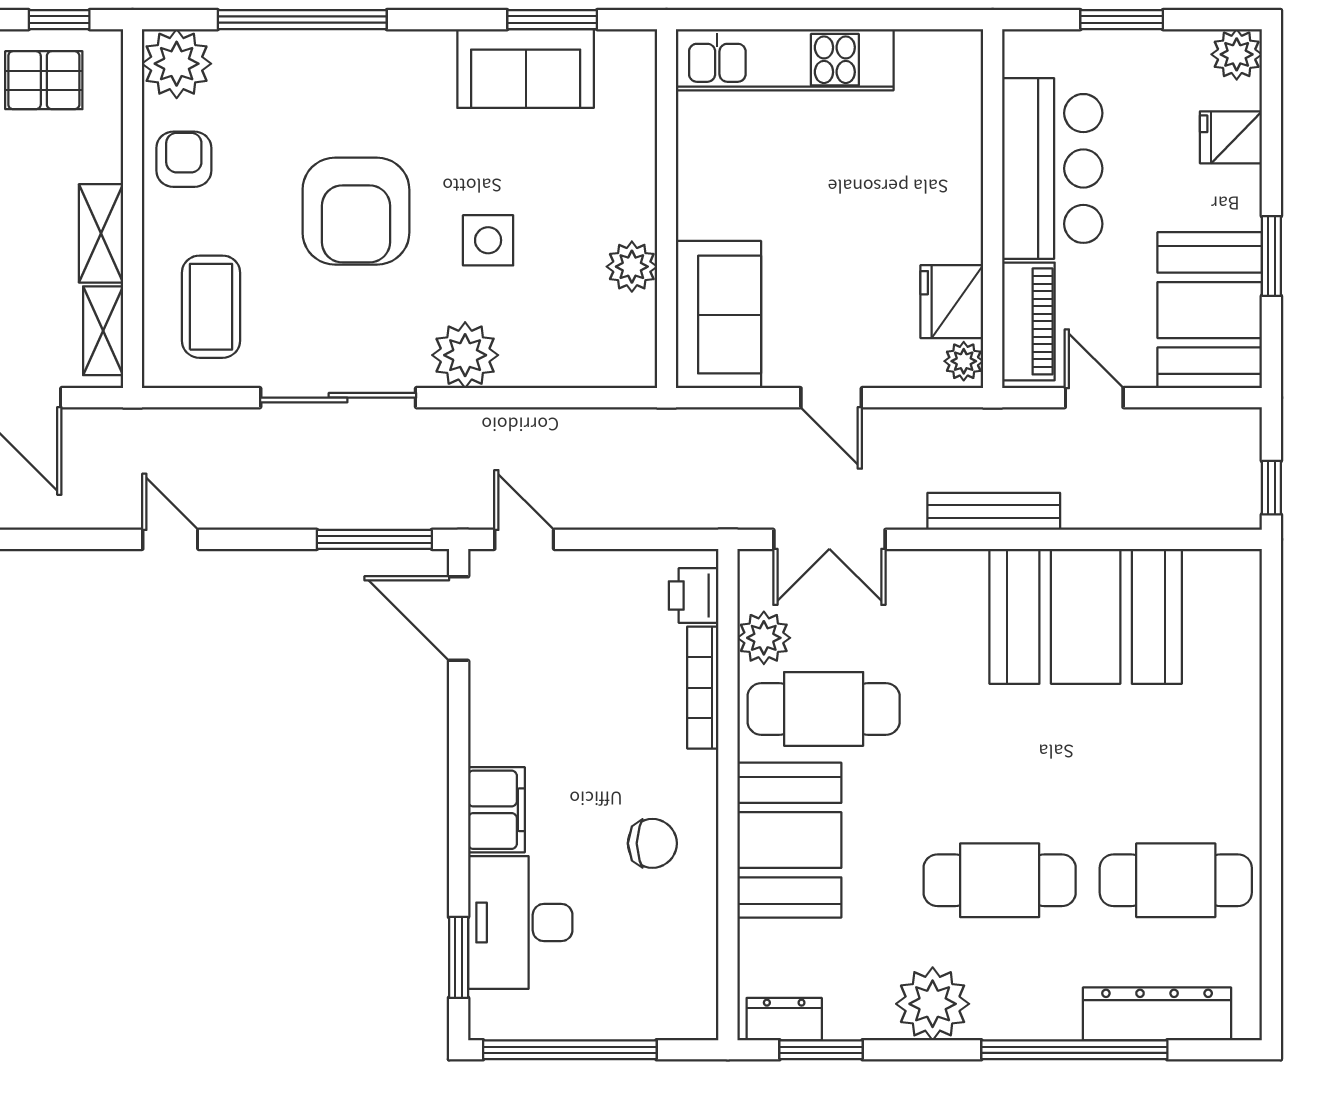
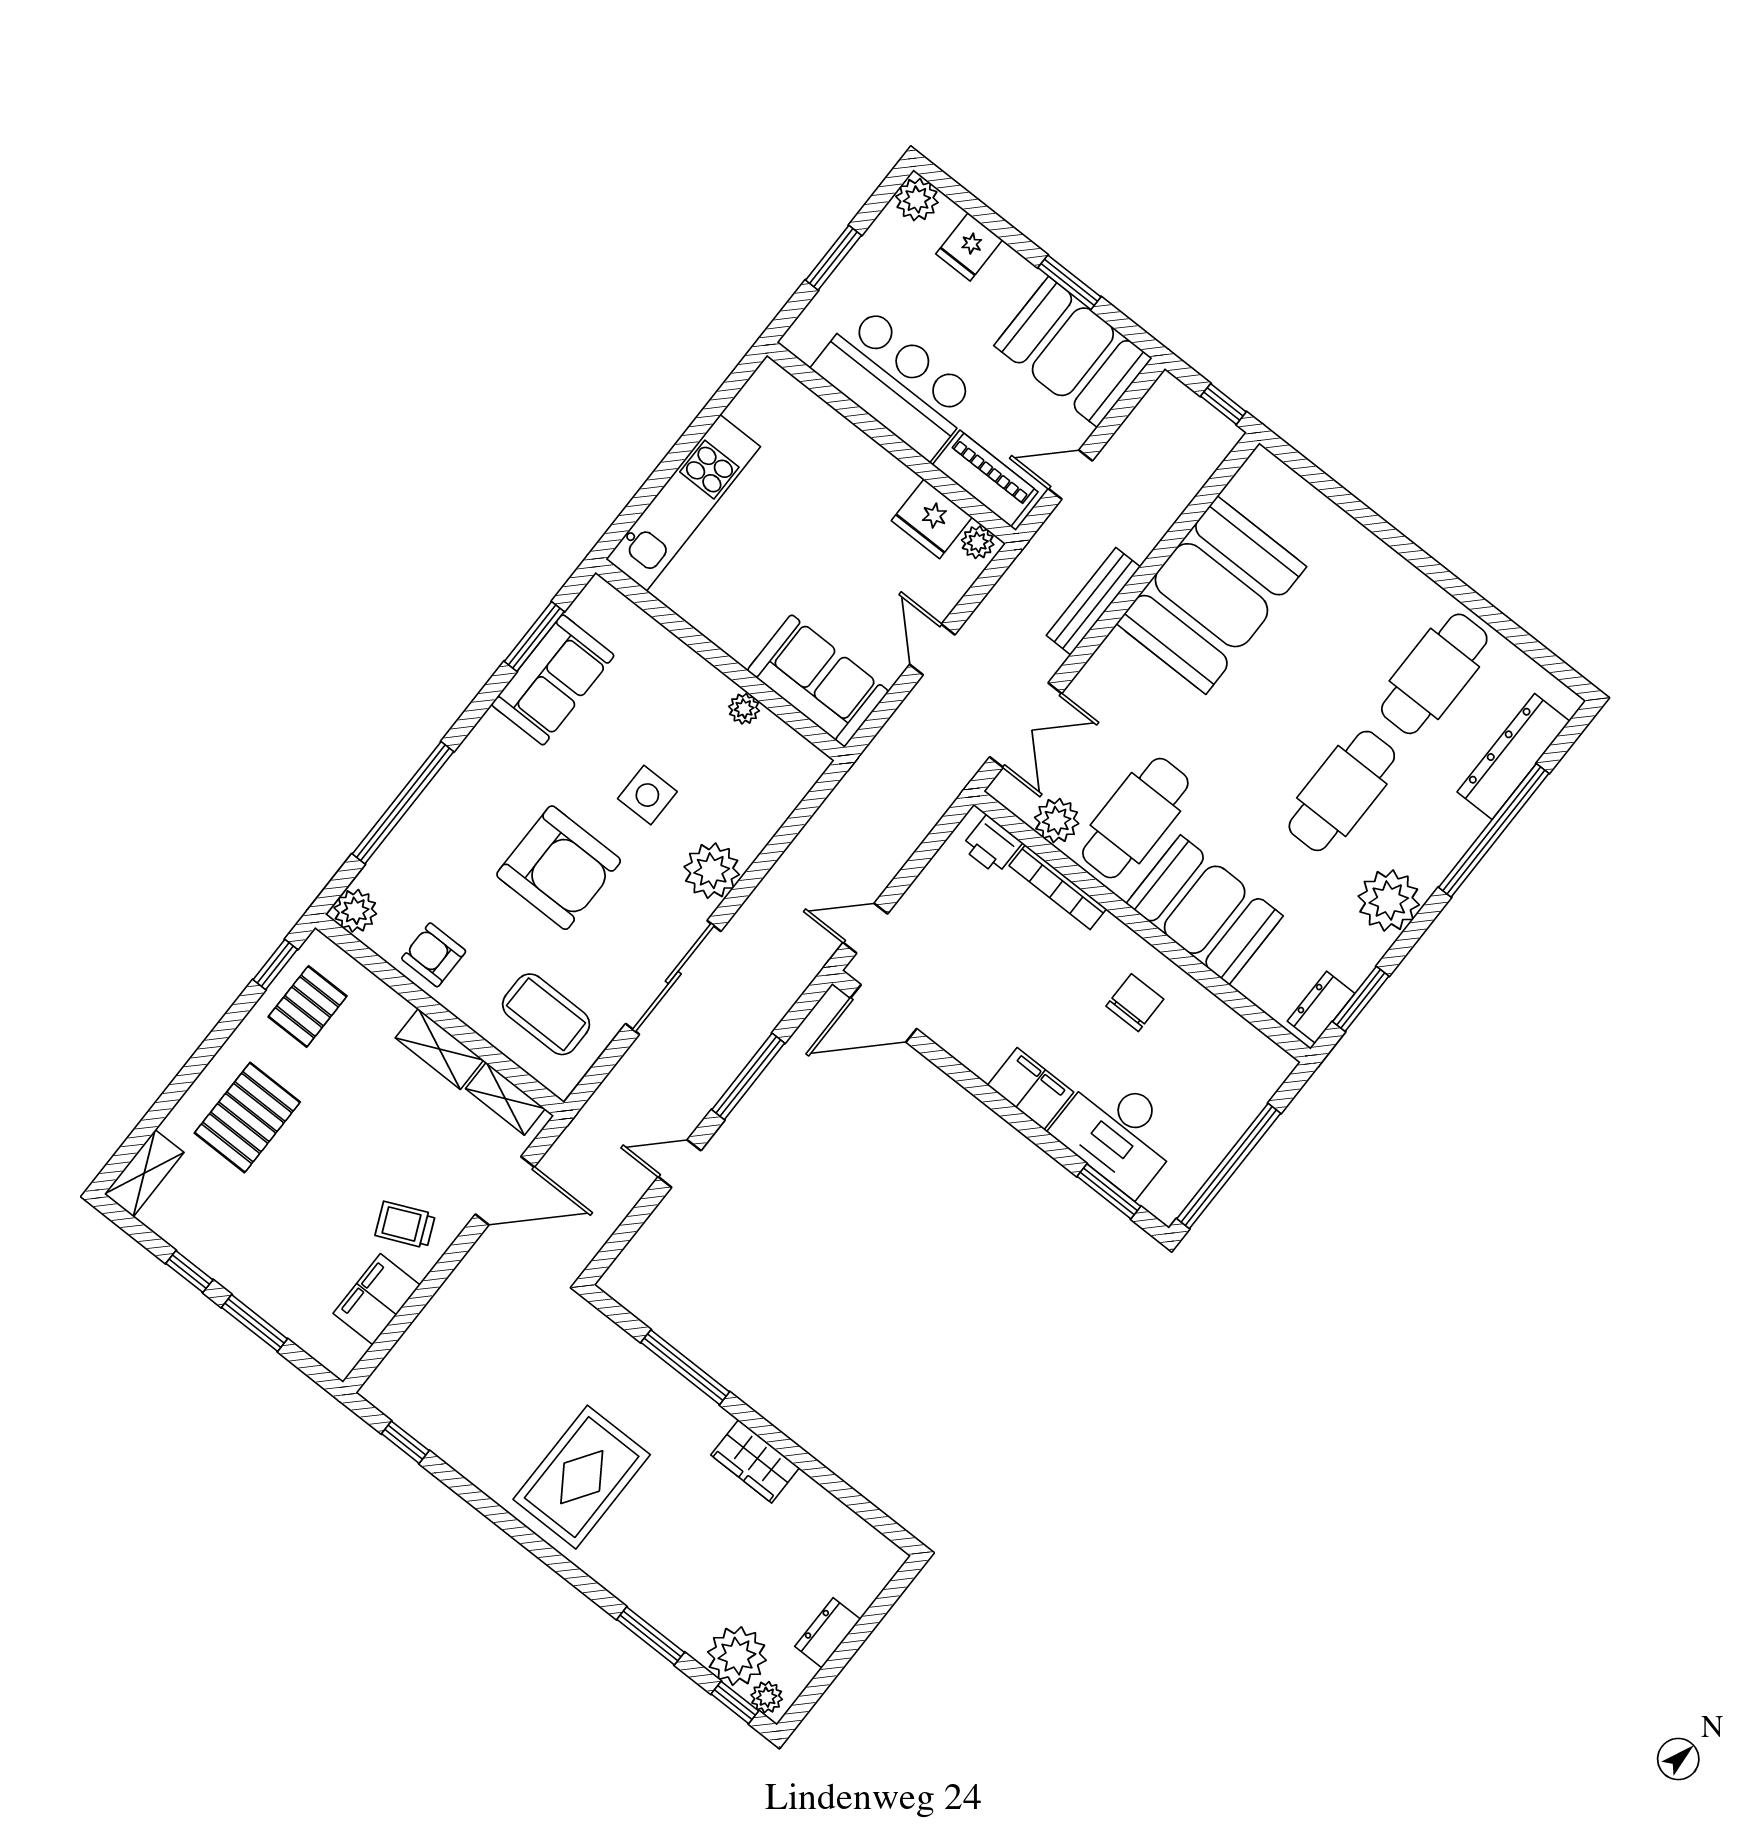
plant: (177, 64) -> (355, 911), width x0.73, depth x0.73
plant: (632, 267) -> (744, 709), width x0.73, depth x0.73
door: (831, 398) -> (932, 650), swing flipped
window: (374, 539) -> (748, 1076), moved

